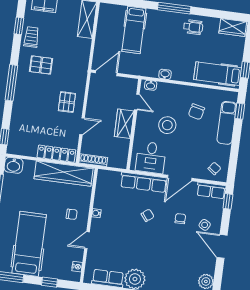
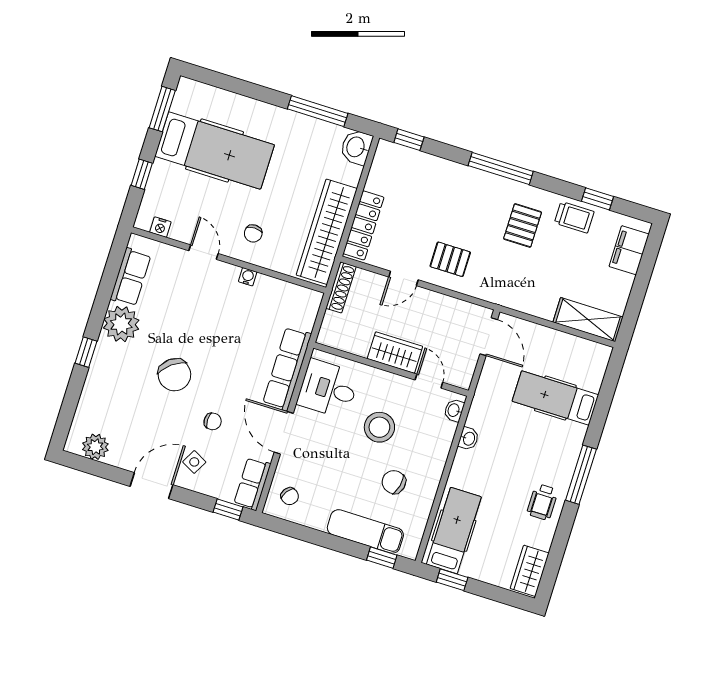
door: (137, 102) -> (429, 381), swing flipped
door: (82, 126) -> (403, 278), hinge flipped
chair: (148, 215) -> (174, 375), moved, width x1.87, depth x1.87

